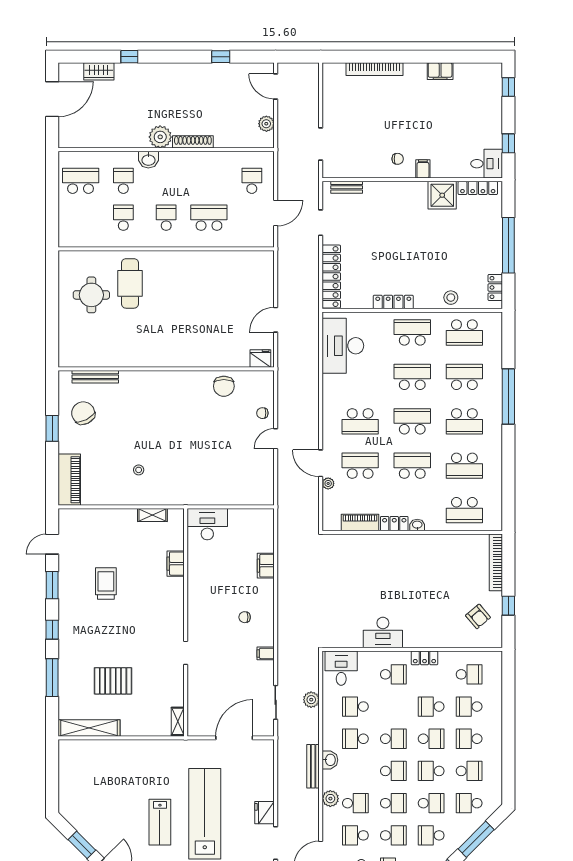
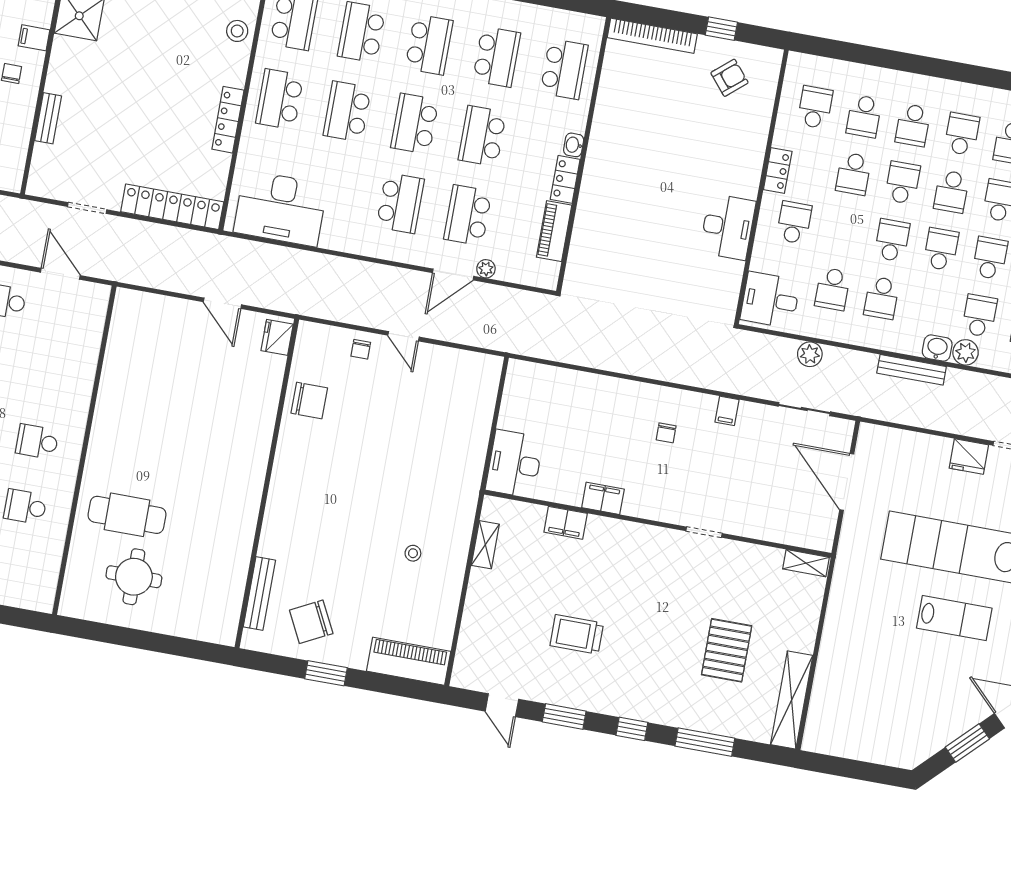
bench: (347, 187) -> (48, 118), moved
school desk: (209, 218) -> (49, 377), removed
filing cabinet: (266, 566) -> (603, 498), moved, turned 180
washbasin: (330, 760) -> (937, 348), moved

